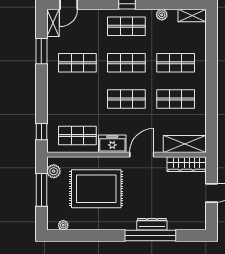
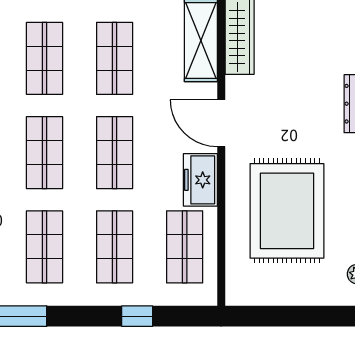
shop shelf: (77, 99) -> (115, 247), added
window: (41, 132) -> (137, 316), moved
plant: (54, 171) -> (253, 293), removed
window: (41, 190) -> (289, 316), removed

